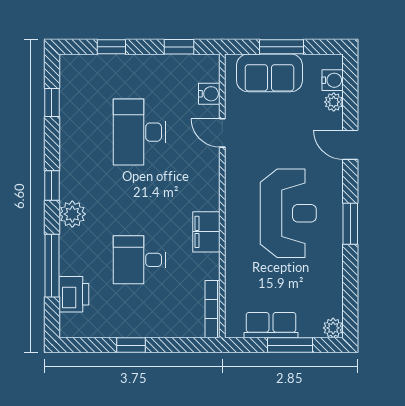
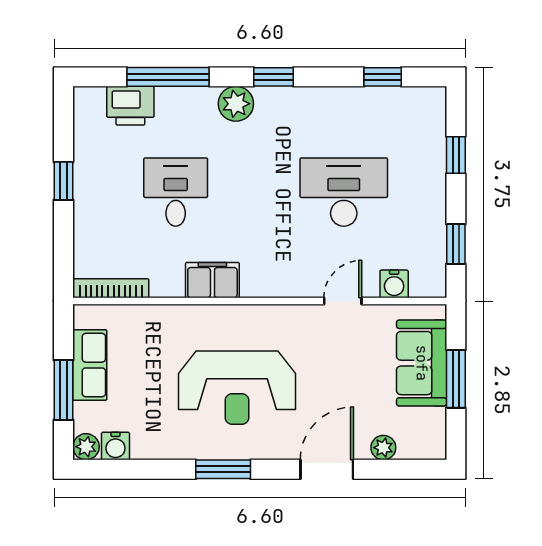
water cooler: (333, 80) -> (115, 446), moved
door: (350, 145) -> (327, 469), width x1.38

